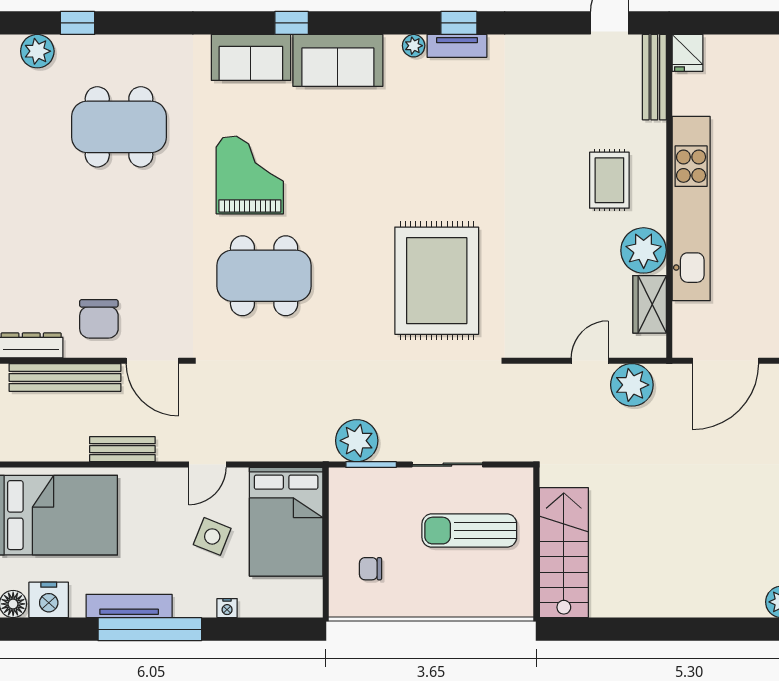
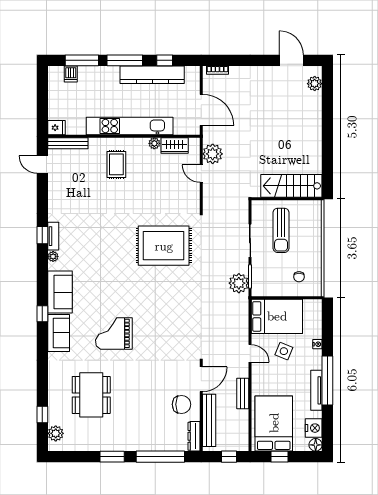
rug: (609, 180) -> (116, 164), turned 90
plant: (644, 250) -> (154, 143), width x0.53, depth x0.53
dining table: (264, 276) -> (161, 327), removed

